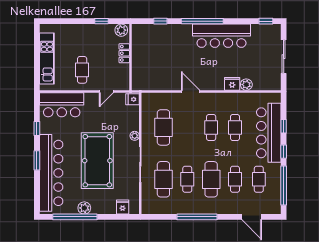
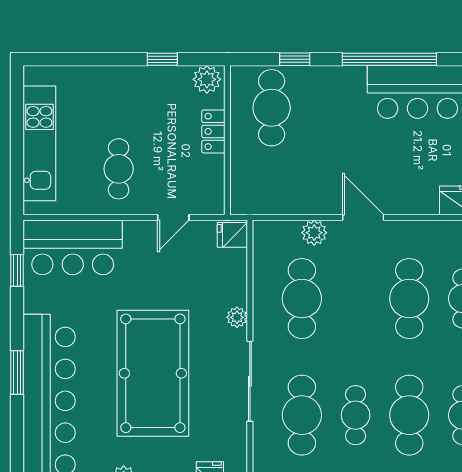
cafe table: (150, 43) -> (272, 108), added
plant: (169, 98) -> (314, 233), added
cafe table: (211, 127) -> (409, 299), width x1.37, depth x1.35
window: (37, 129) -> (17, 270), moved

